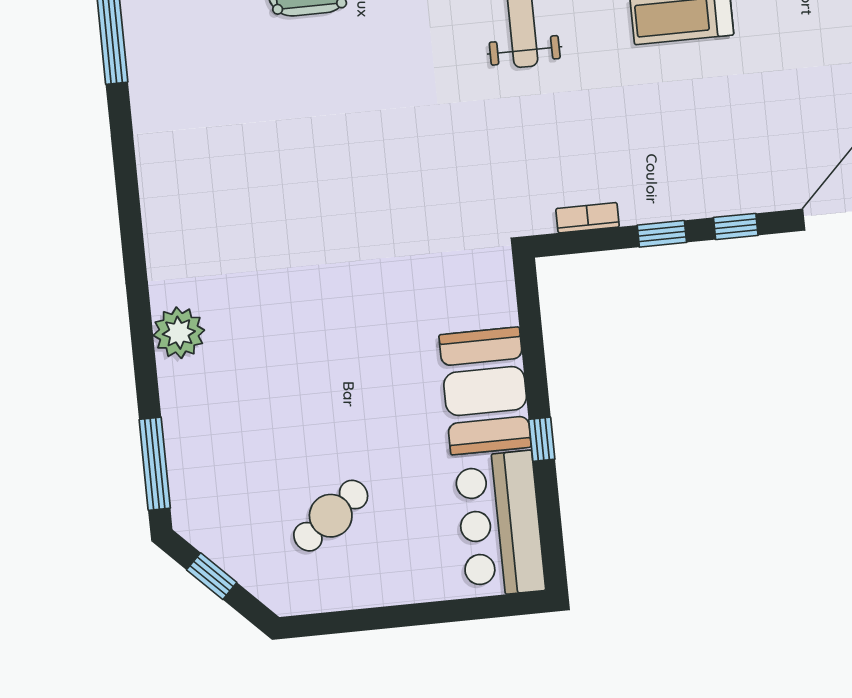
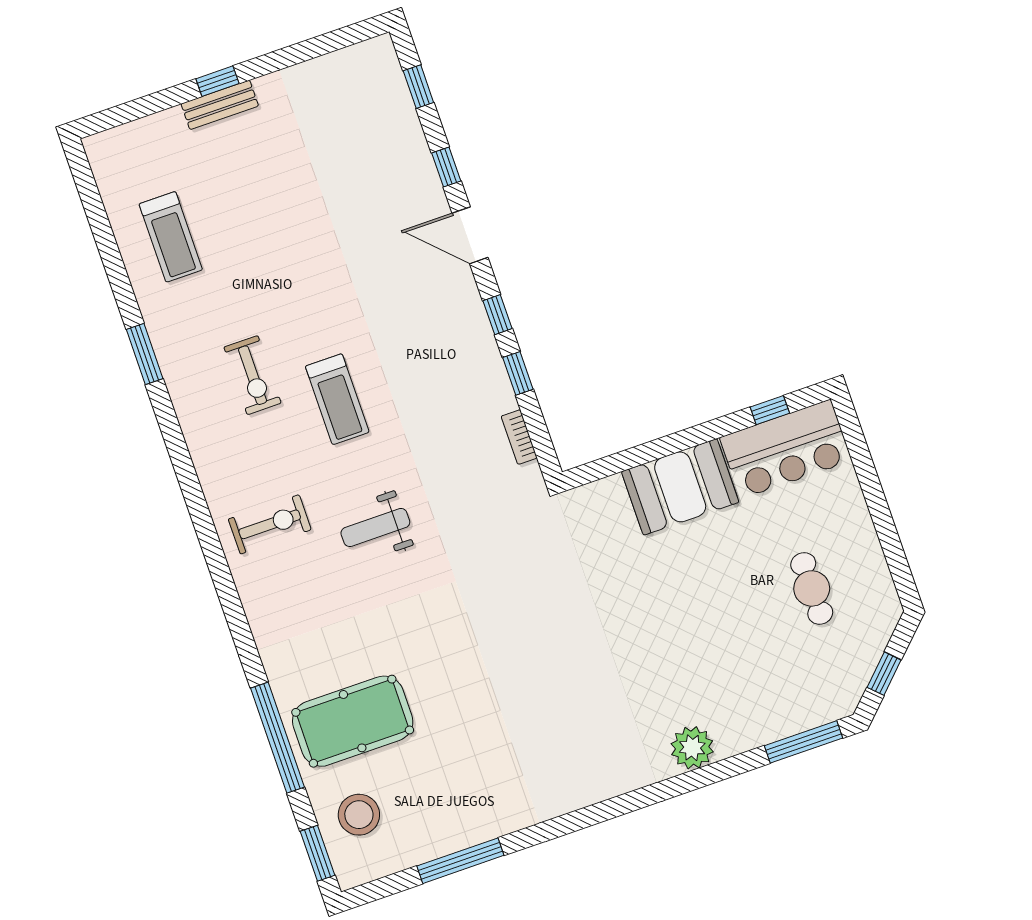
window: (542, 439) -> (770, 410), moved
cafe table: (331, 516) -> (812, 588), turned 37

